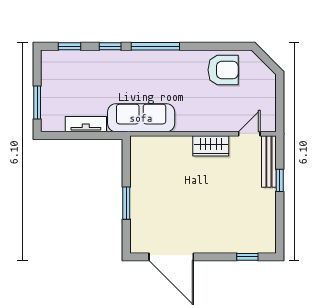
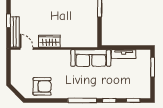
armchair: (223, 70) -> (42, 86), turned 180
door: (249, 134) -> (27, 48), swing flipped

